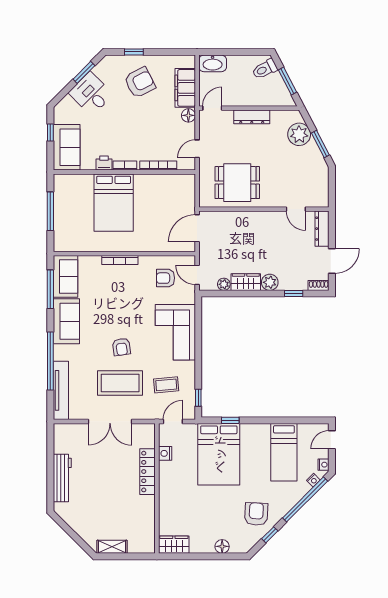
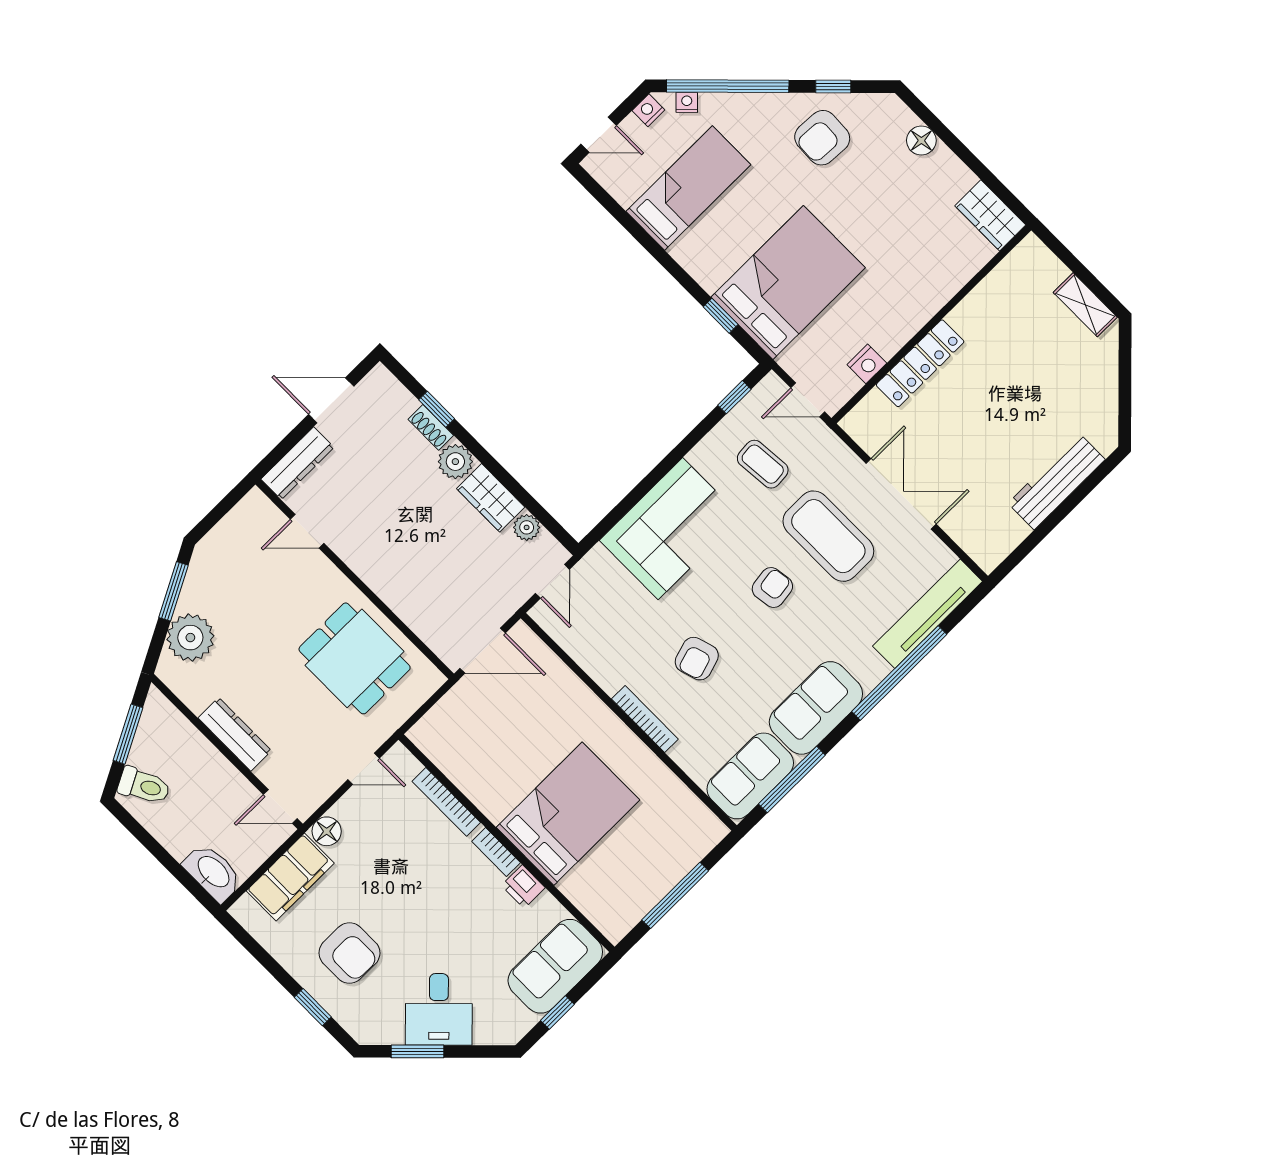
armchair: (140, 82) -> (349, 953), turned -153
door: (296, 209) -> (307, 531), swing flipped
armchair: (166, 278) -> (697, 659), moved, turned 73
shoe rack: (319, 285) -> (431, 427), moved

